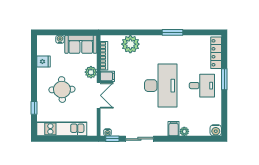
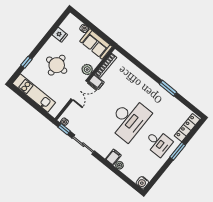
plant: (130, 44) -> (131, 72), removed

